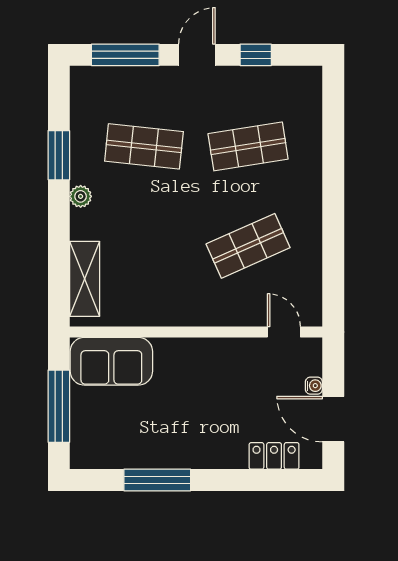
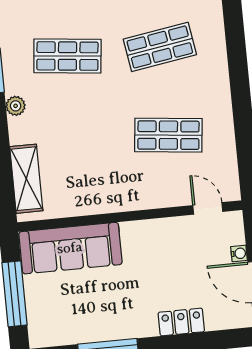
shop shelf: (248, 246) -> (168, 135), turned 30
sofa: (111, 361) -> (70, 248), width x1.36
locker: (274, 456) -> (181, 322), moved

